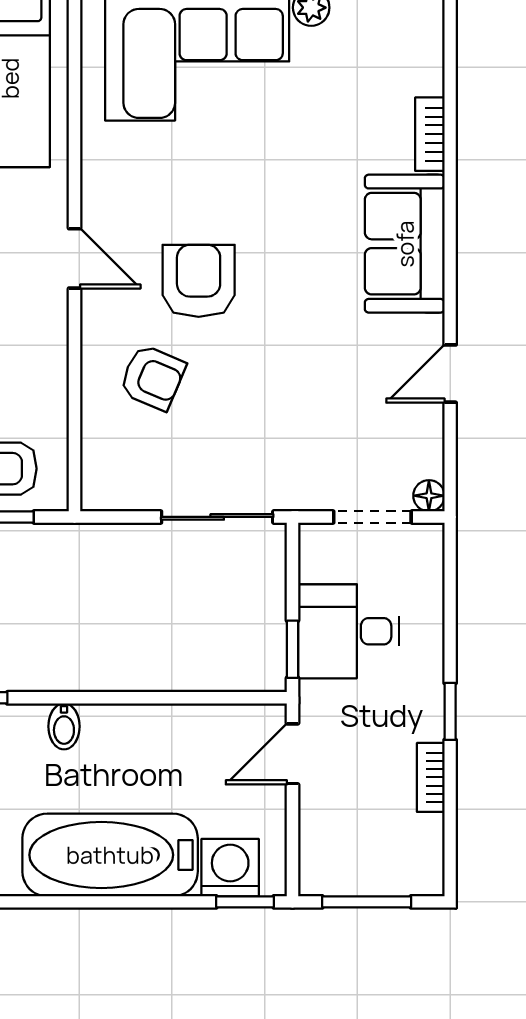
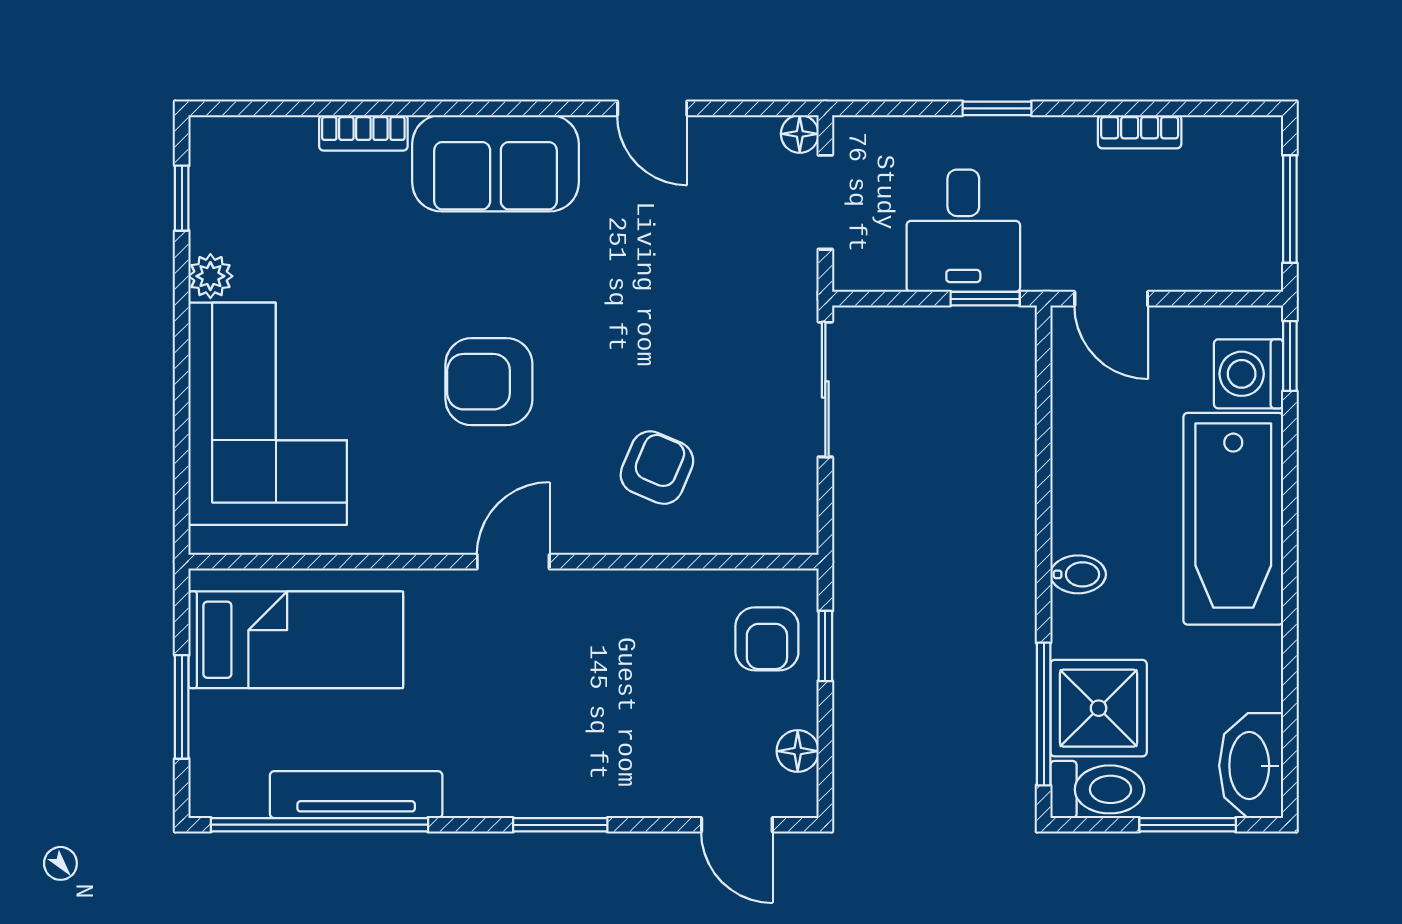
armchair: (199, 281) -> (489, 382), moved
window: (450, 711) -> (997, 108), moved

